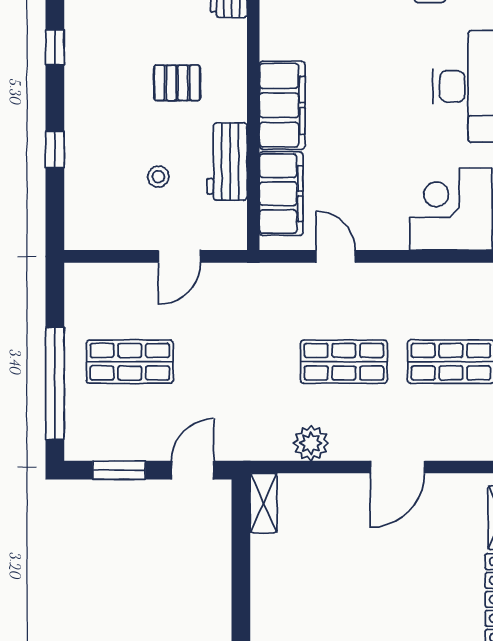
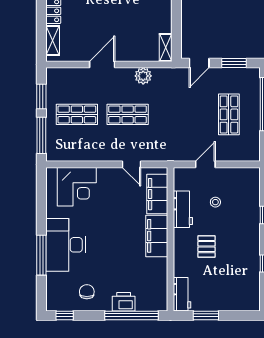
pallet: (177, 83) -> (207, 247), turned 90
shop shelf: (130, 362) -> (229, 114), turned 90

